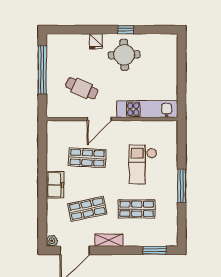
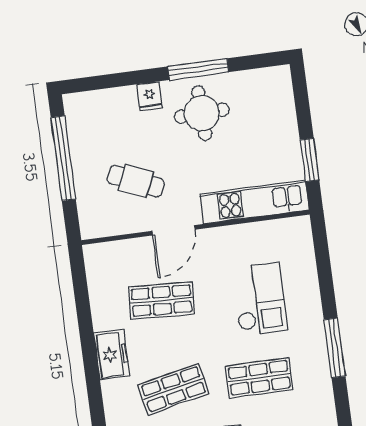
window: (125, 30) -> (198, 69), width x2.17
window: (182, 89) -> (309, 160), added
checkout: (143, 164) -> (260, 299), turned 180
window: (182, 186) -> (335, 348), moved

